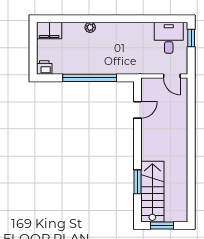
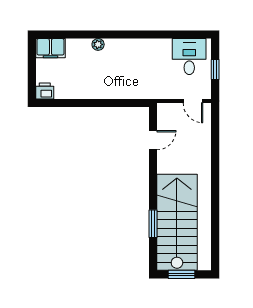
window: (191, 38) -> (215, 70), moved
window: (90, 78) -> (97, 103), removed
stairs: (152, 192) -> (177, 222), width x1.36, depth x1.51

